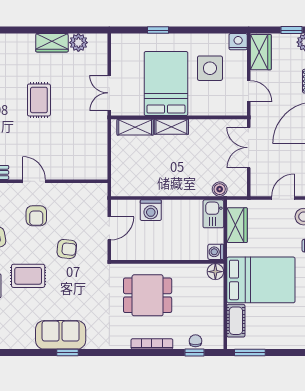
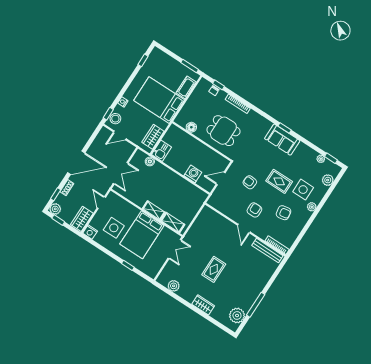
wardrobe: (52, 43) -> (203, 305), moved
washing machine: (216, 252) -> (173, 130), removed
floor lamp: (215, 272) -> (191, 127), moved

